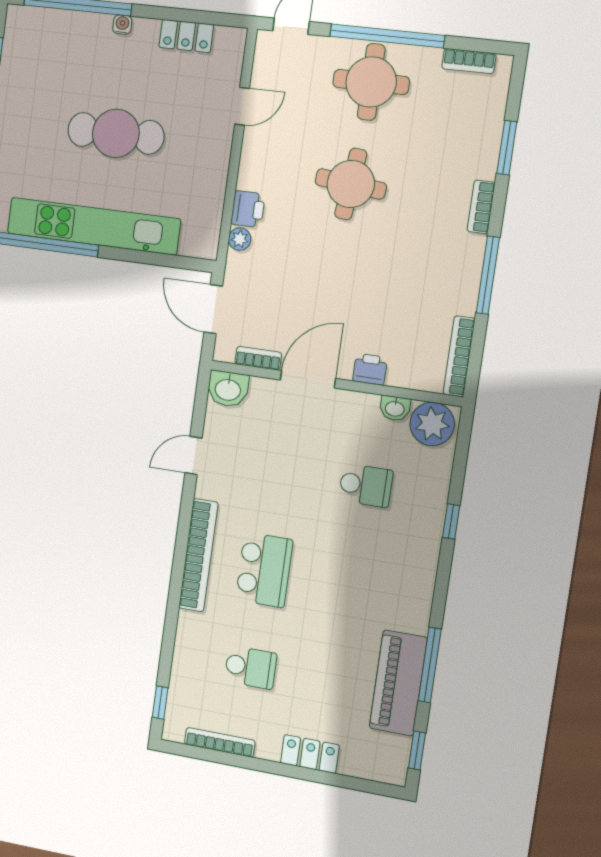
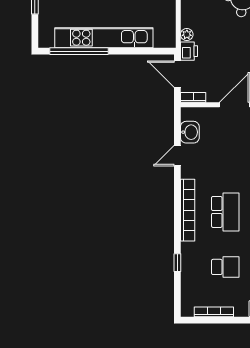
printer: (248, 209) -> (189, 51), moved
bookcase: (258, 358) -> (193, 97), moved
washbasin: (228, 389) -> (190, 132), moved, turned -90
window: (160, 703) -> (177, 263), moved

